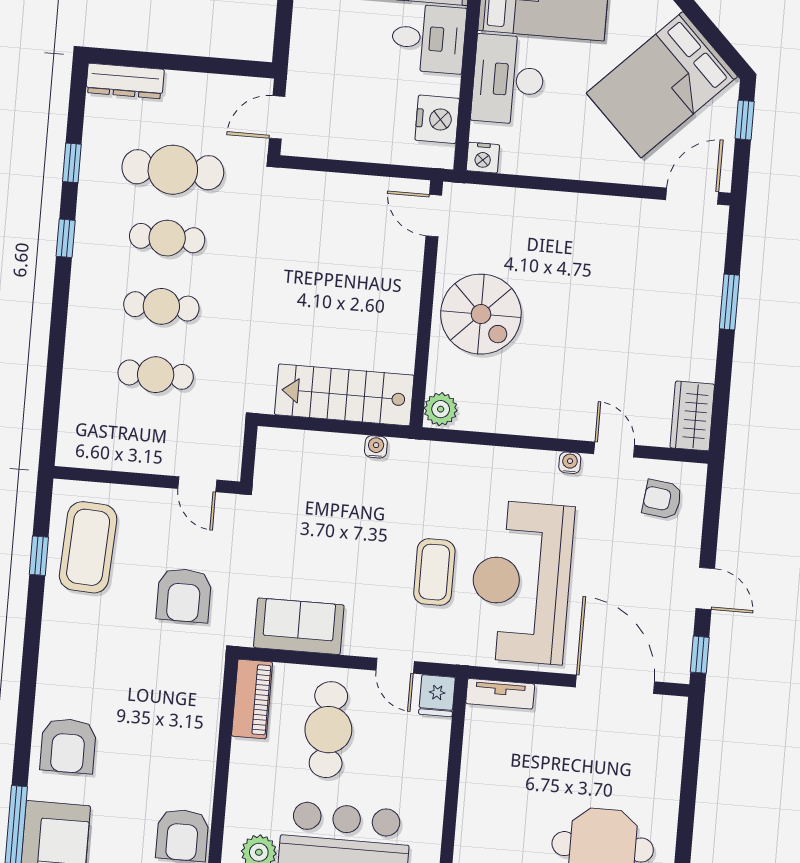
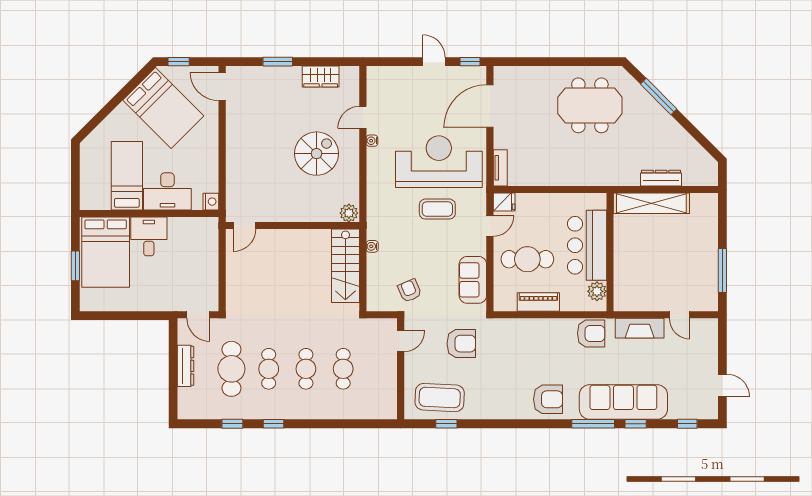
dresser: (125, 81) -> (186, 366), moved
nightstand: (437, 119) -> (192, 228), removed
spiral stairs: (481, 314) -> (317, 154), moved
wardrobe: (692, 416) -> (321, 77), moved
armchair: (662, 499) -> (410, 291), moved, turned 150
reception desk: (521, 582) -> (439, 162), turned 180
door: (705, 589) -> (434, 62), hinge flipped
piano: (252, 699) -> (538, 302), moved

